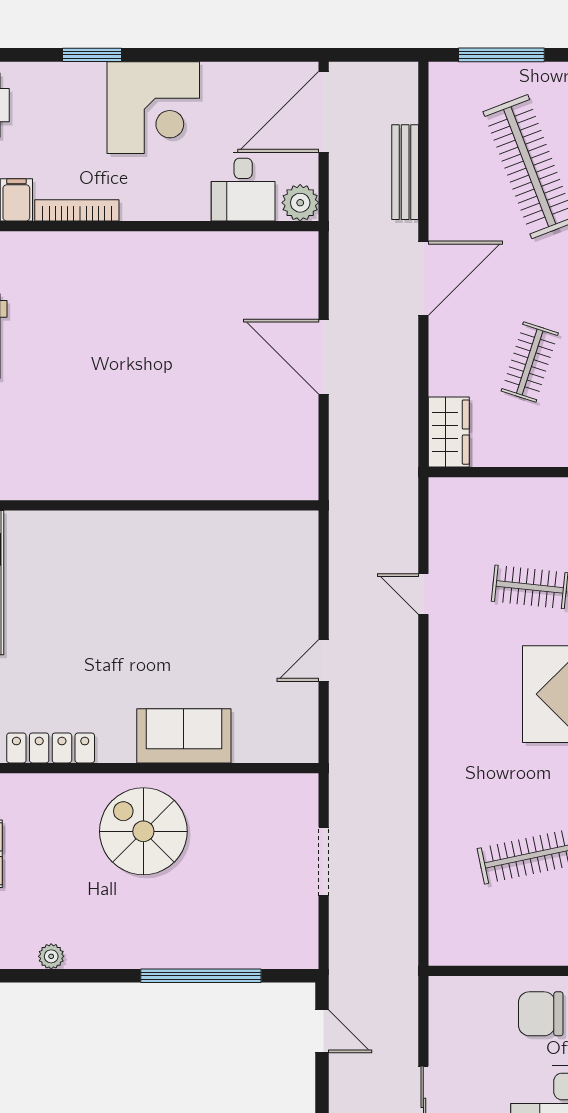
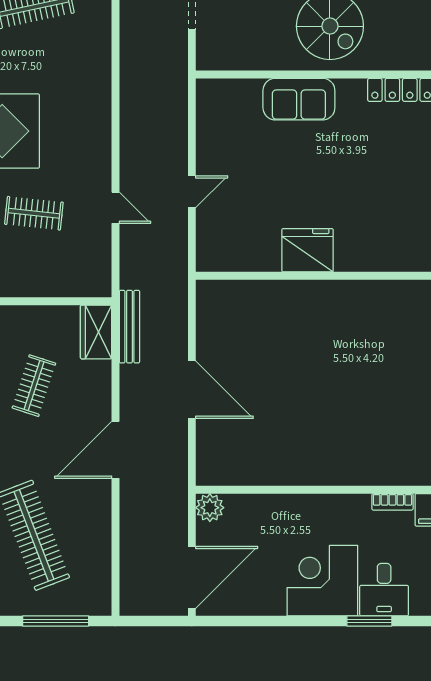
bench: (405, 172) -> (129, 327), moved
desk: (243, 187) -> (384, 590), moved, turned 180
bookcase: (77, 210) -> (392, 502), width x0.64
fridge: (173, 539) -> (307, 250), added
door: (324, 661) -> (192, 192), moved

